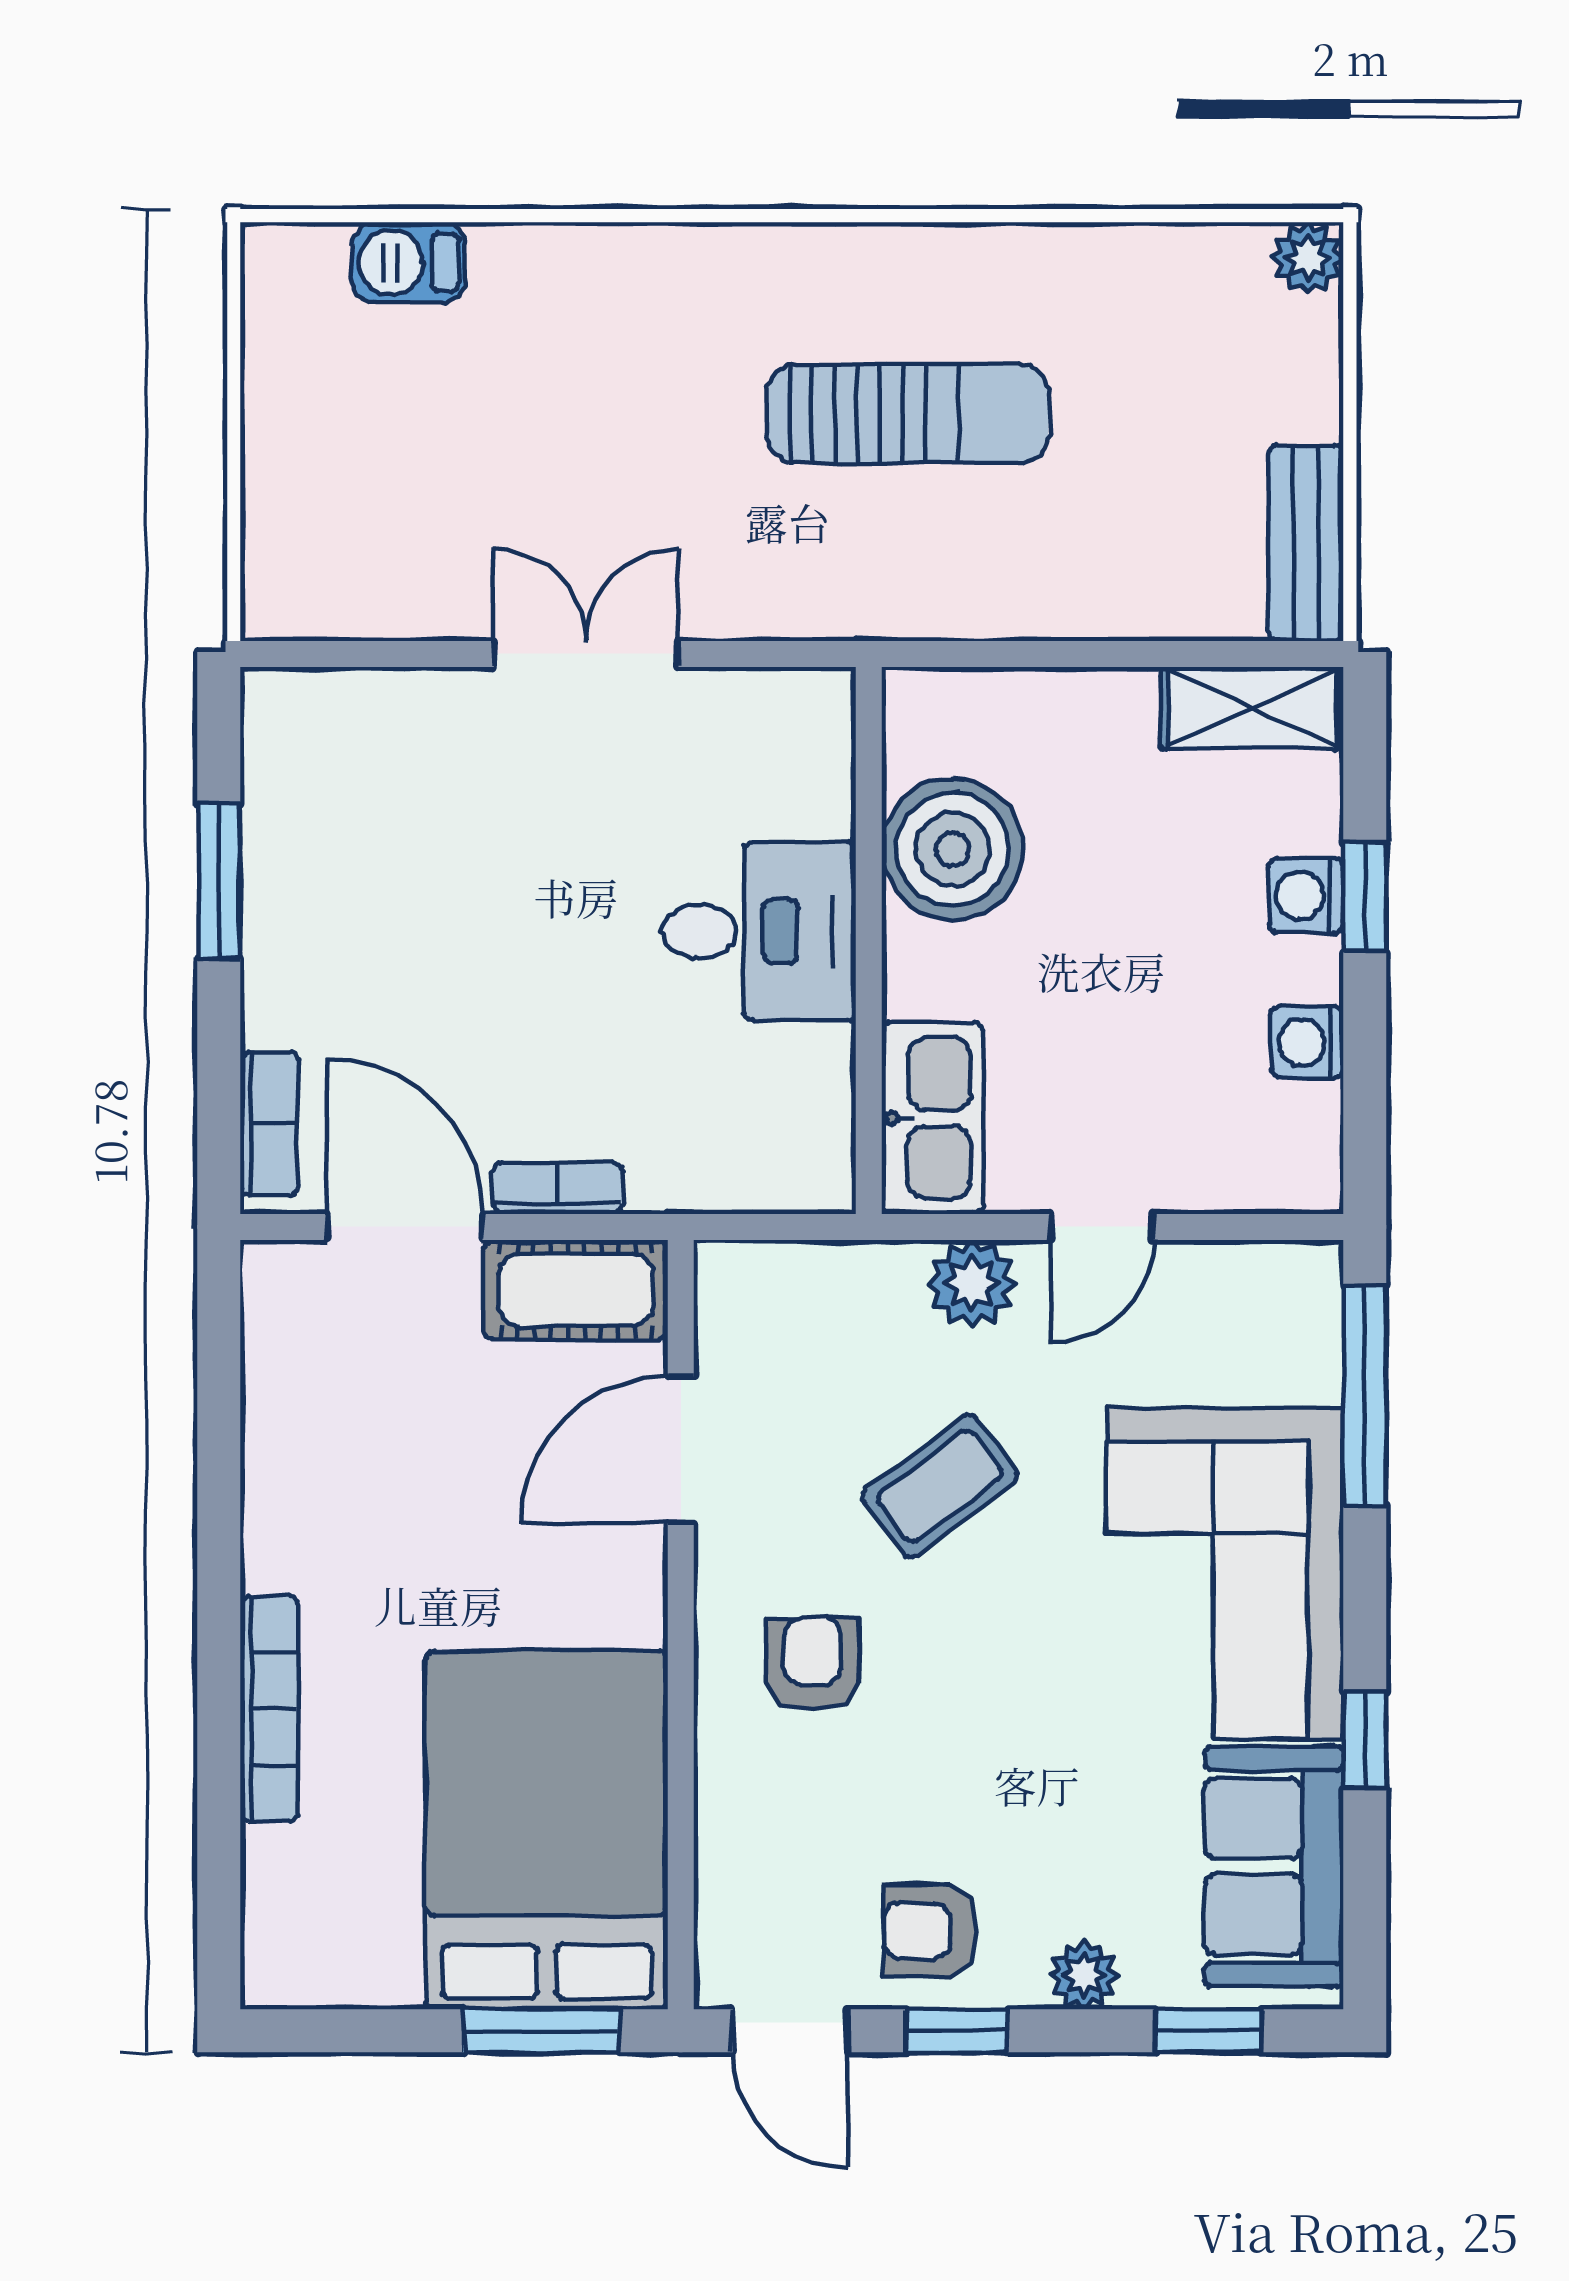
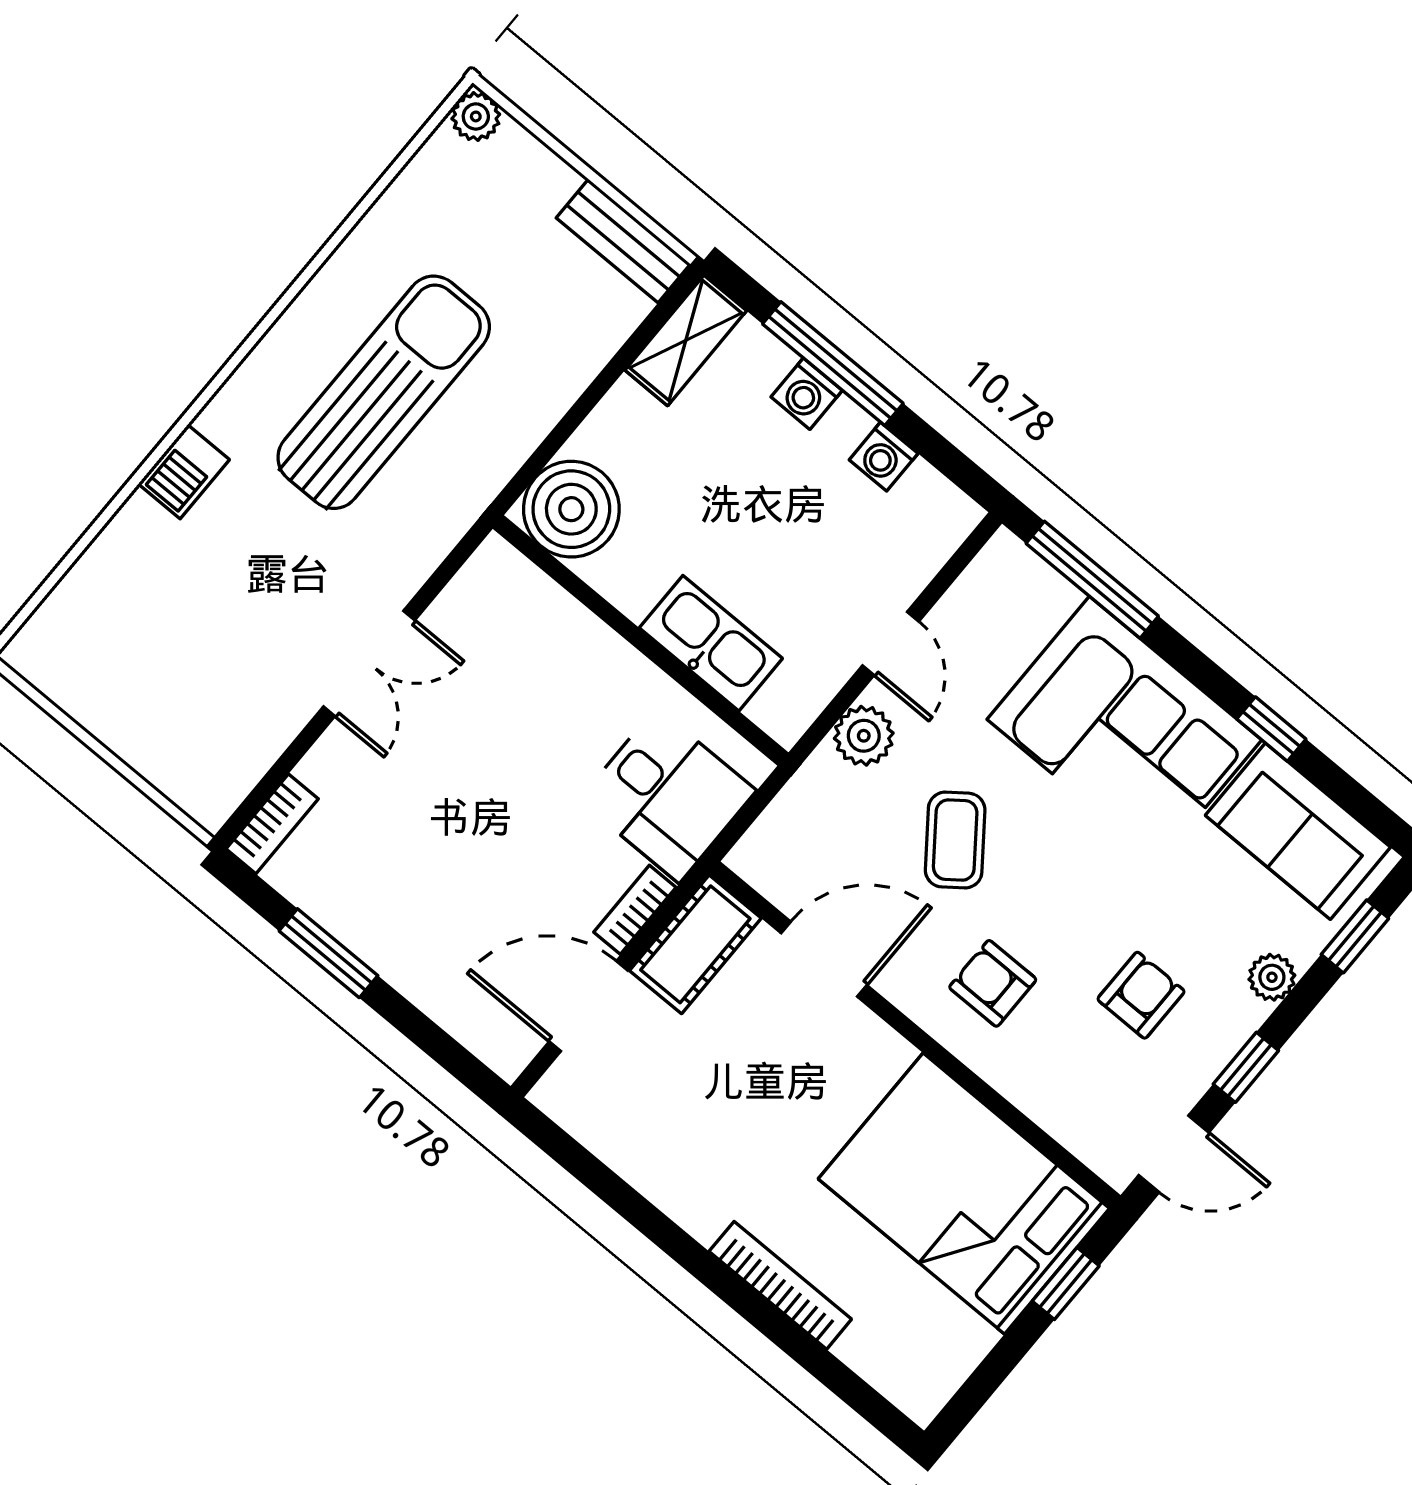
barbecue: (409, 262) -> (184, 472), moved
sun lounger: (908, 414) -> (384, 392), width x1.36, depth x1.34
double door: (586, 654) -> (369, 663), swing flipped
boiler: (952, 849) -> (571, 509), moved
window: (1365, 897) -> (833, 364), width x2.17
desk: (759, 931) -> (668, 795), moved, turned 90
kitchen sink: (932, 1118) -> (711, 643), moved
bookcase: (269, 1123) -> (272, 824), moved, turned 90
door: (681, 1450) -> (824, 959), swing flipped
armchair: (930, 1931) -> (1141, 995), moved, turned 180
window: (541, 2031) -> (1066, 1283), width x0.67

